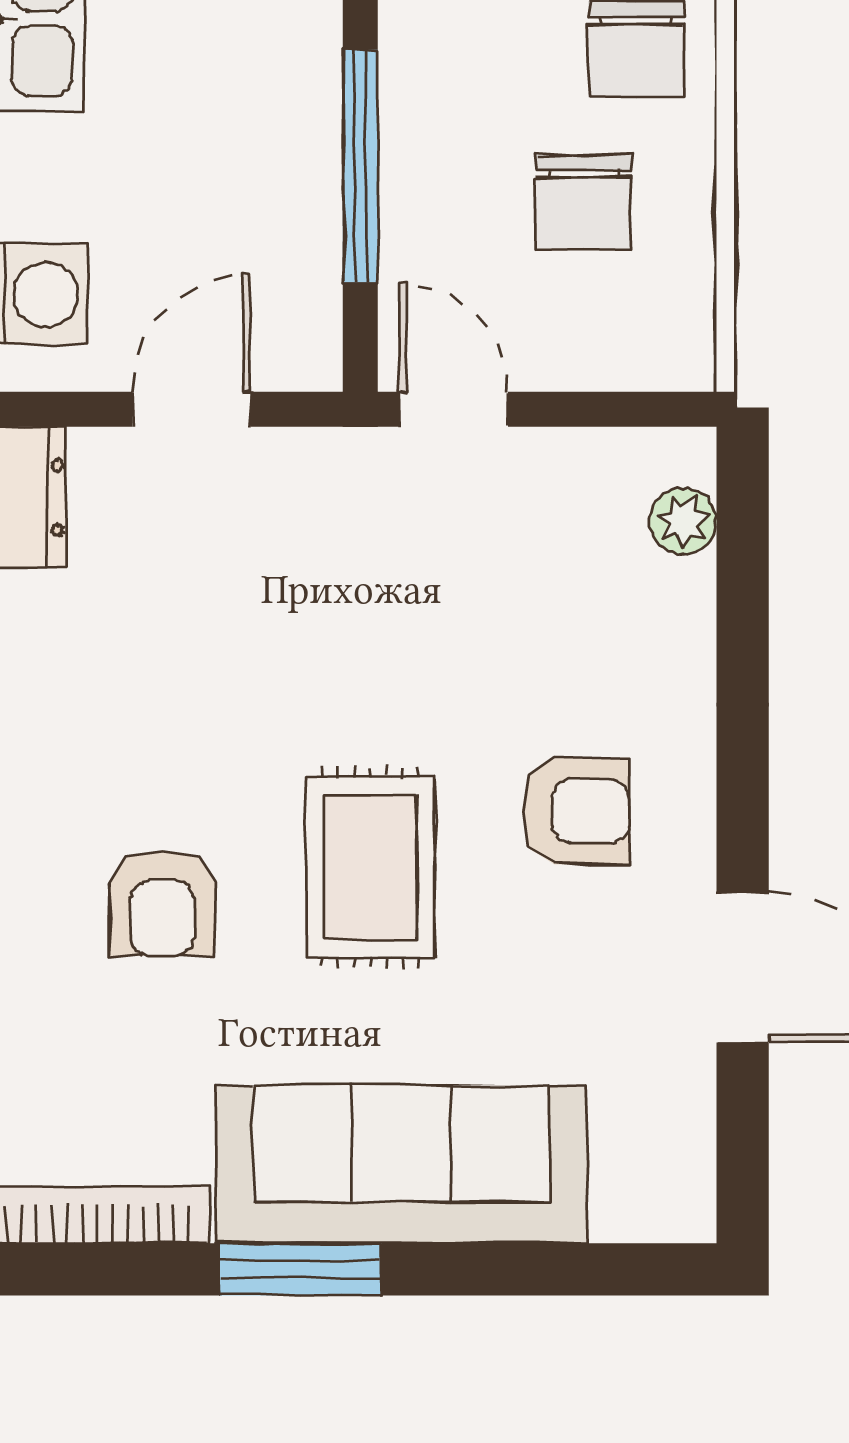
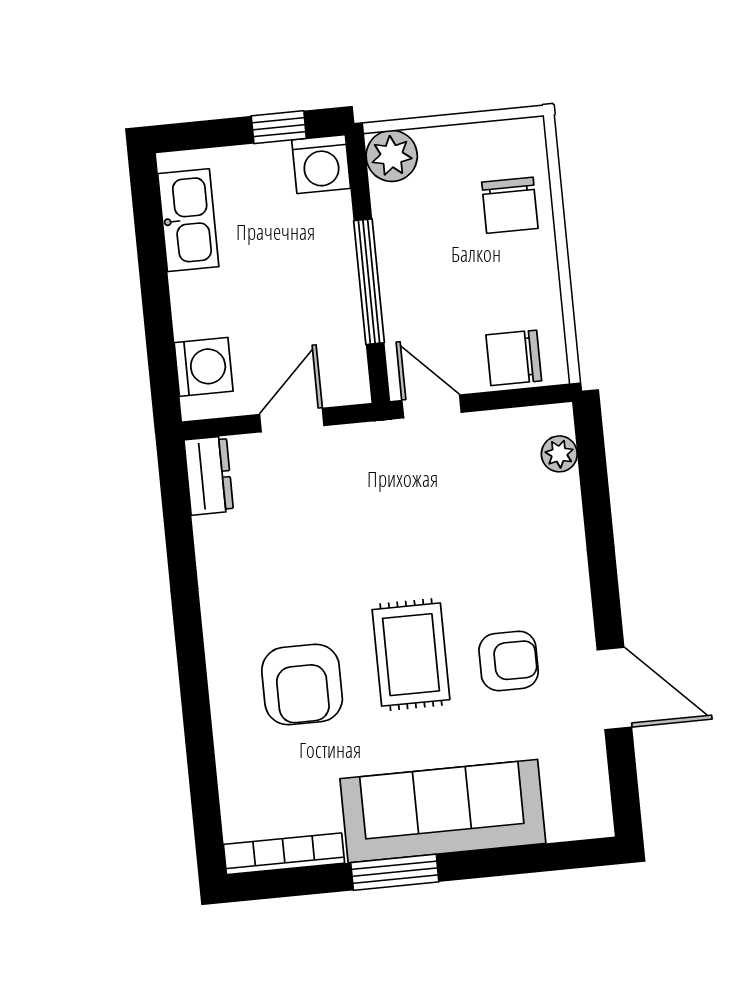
chair: (584, 202) -> (514, 358), moved, turned 90
armchair: (576, 811) -> (509, 661), moved
armchair: (162, 903) -> (302, 685), width x1.38, depth x1.38

